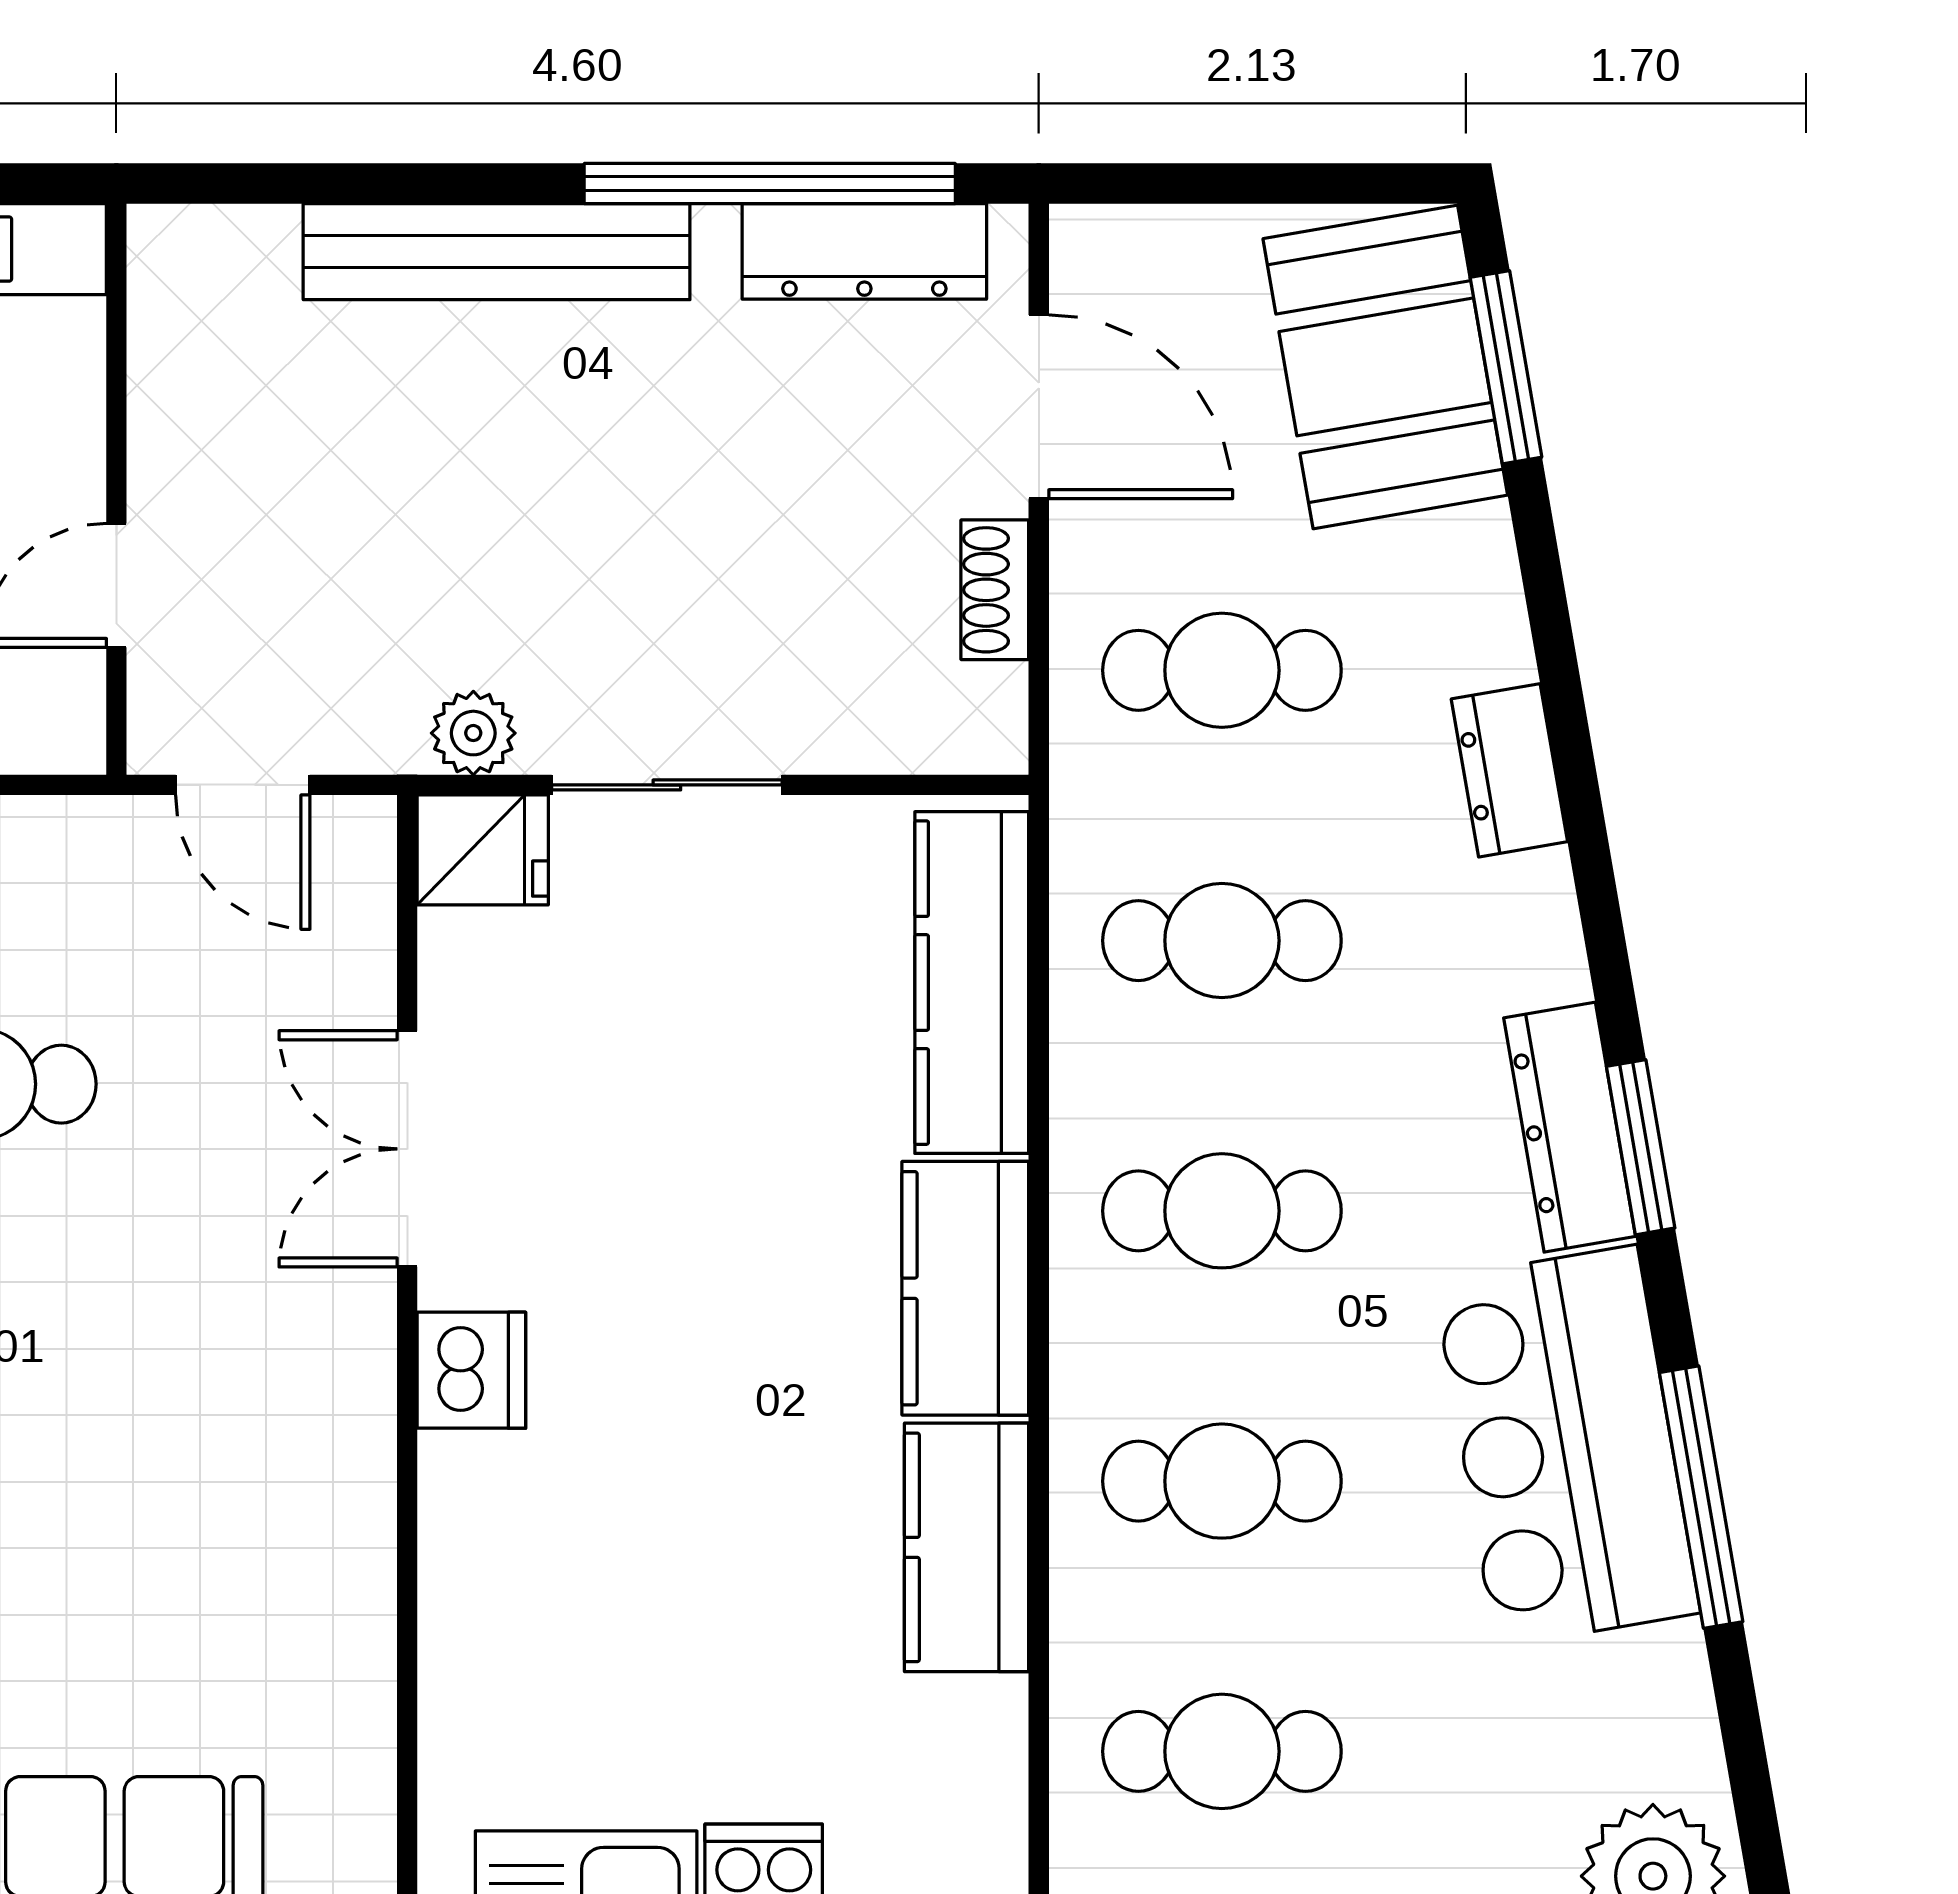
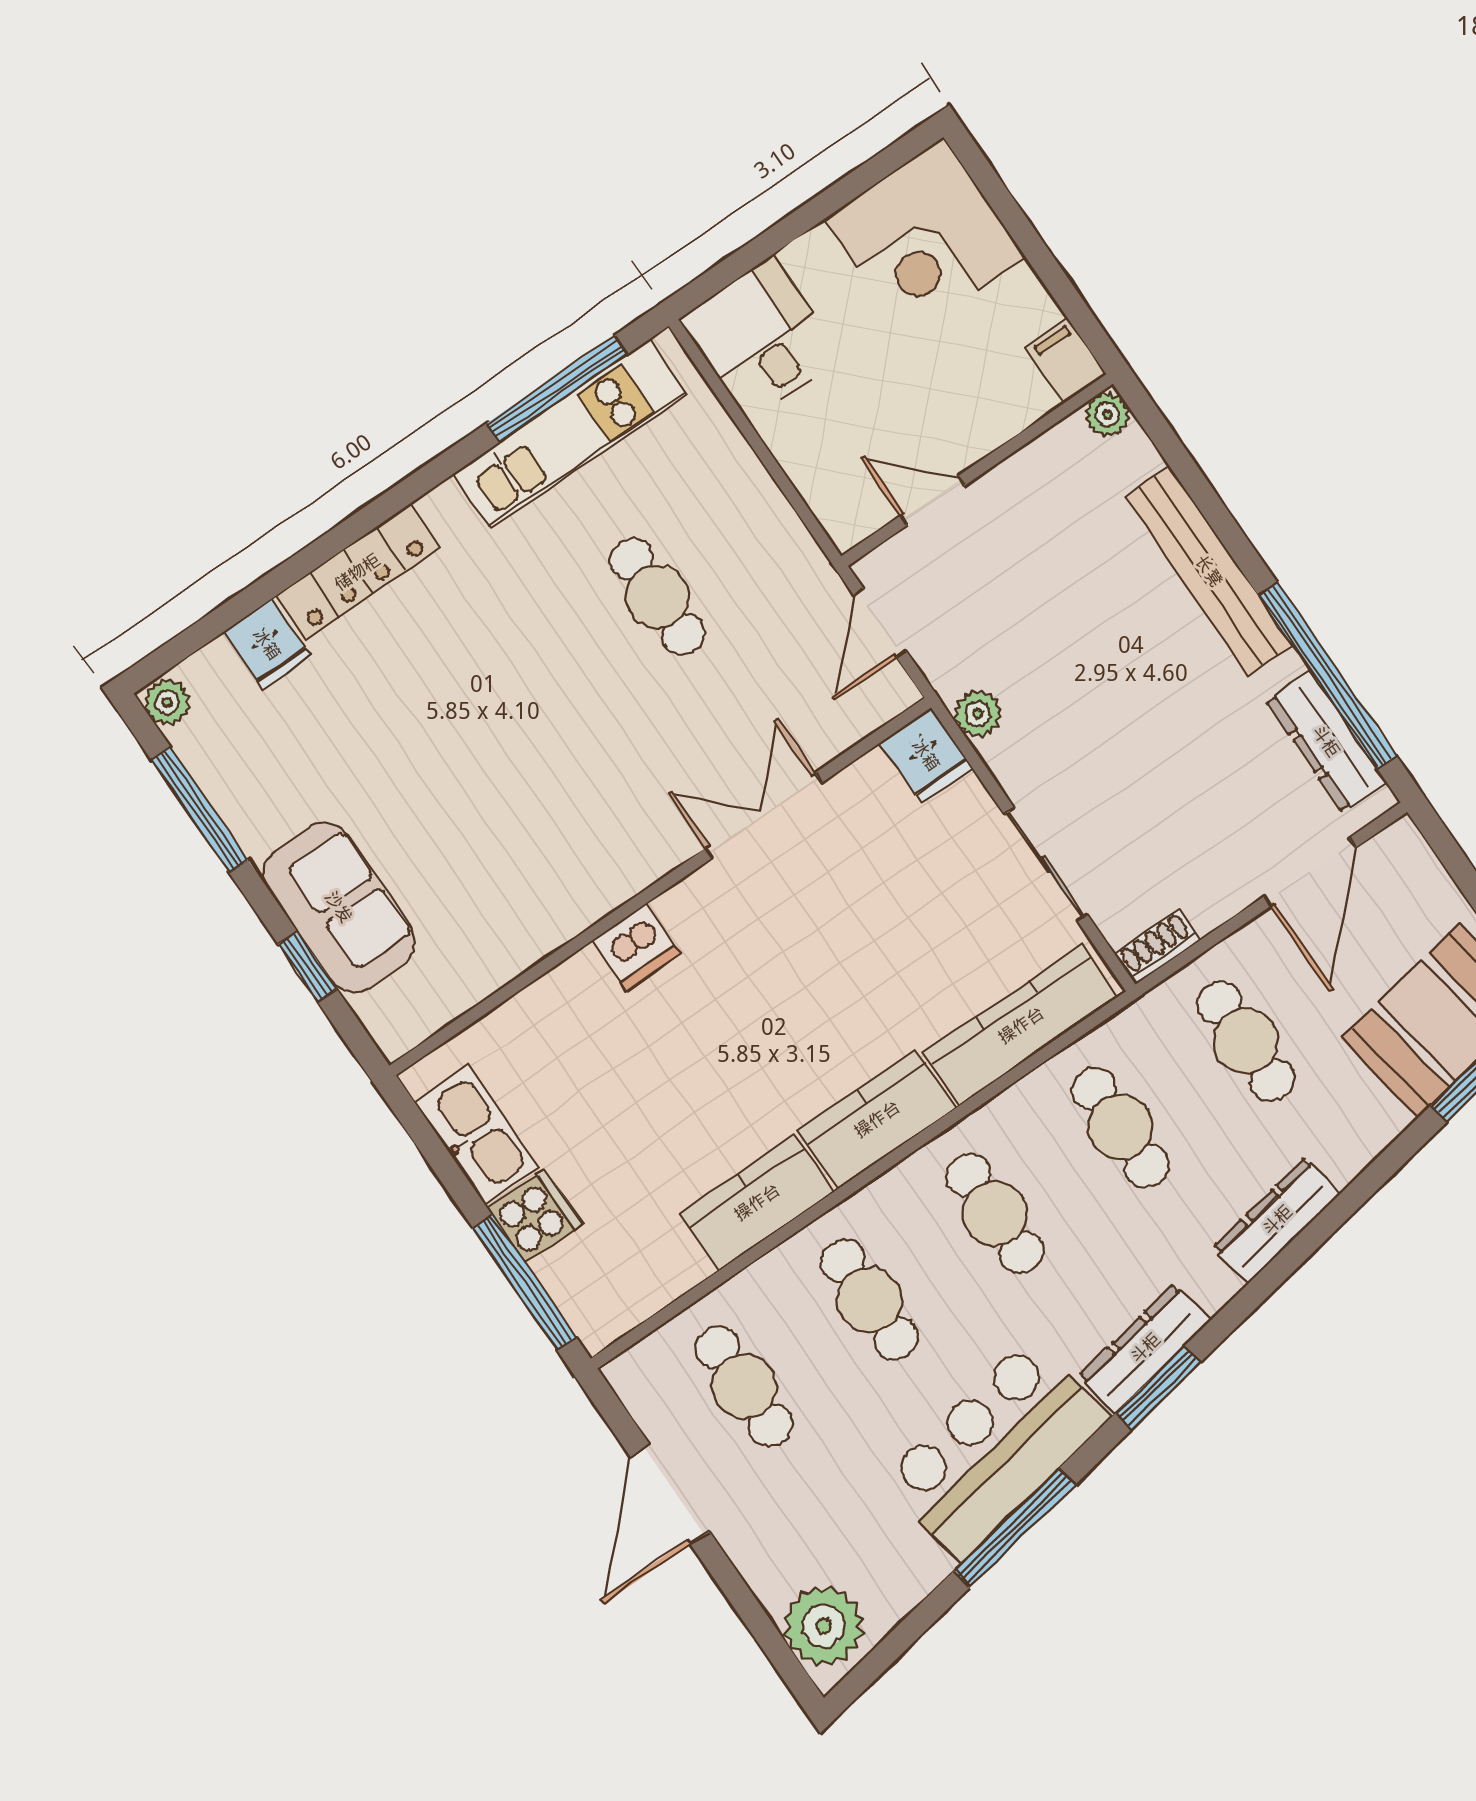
plant: (166, 243) -> (1107, 414), added
shoe rack: (995, 590) -> (1157, 947), moved
dresser: (1509, 770) -> (1277, 1220), width x1.44
sliding door: (667, 785) -> (1046, 865), moved
dishwasher: (471, 1370) -> (637, 947), moved

